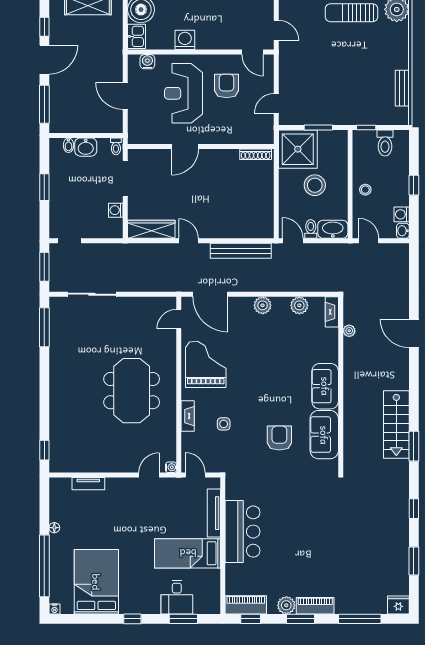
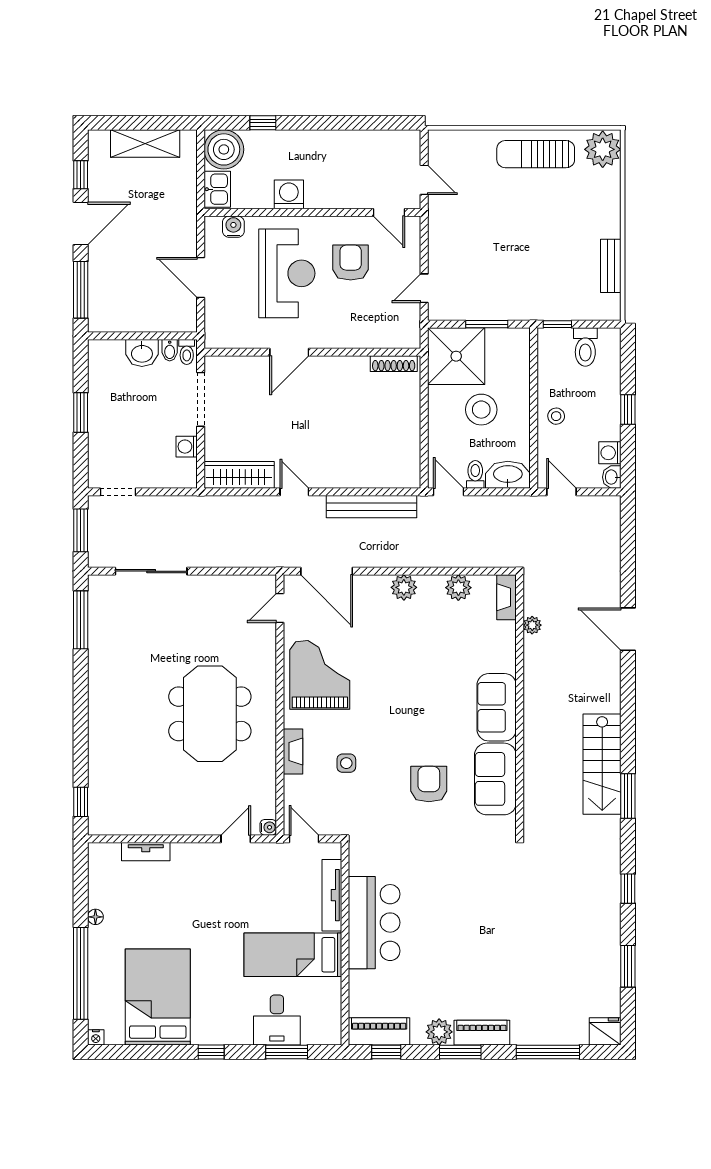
reception desk: (184, 93) -> (287, 273), turned 180
bidet: (68, 145) -> (170, 350), moved

